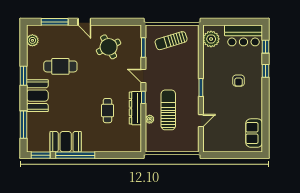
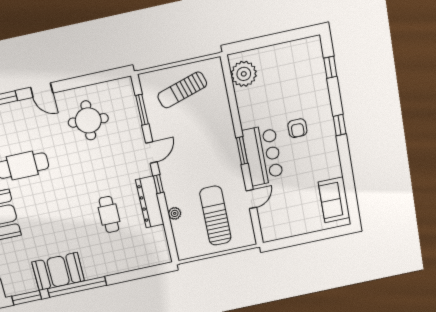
bar counter: (243, 35) -> (263, 155), moved, turned -90
round table: (109, 47) -> (88, 120), turned 31
window: (266, 71) -> (340, 125), moved
door: (143, 76) -> (151, 152), swing flipped
sun lounger: (168, 110) -> (215, 216), moved

